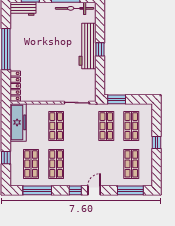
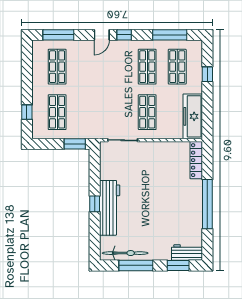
shop shelf: (106, 126) -> (87, 112), removed
window: (156, 142) -> (27, 112), moved

